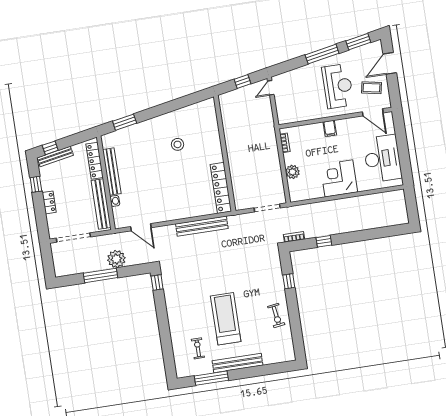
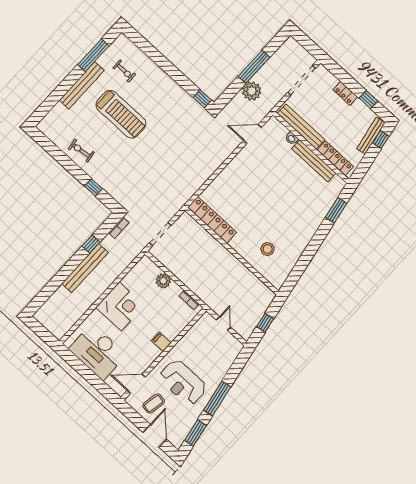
door: (271, 88) -> (224, 324), moved
stool: (178, 144) -> (268, 249), moved
bench: (202, 226) -> (85, 268), moved

